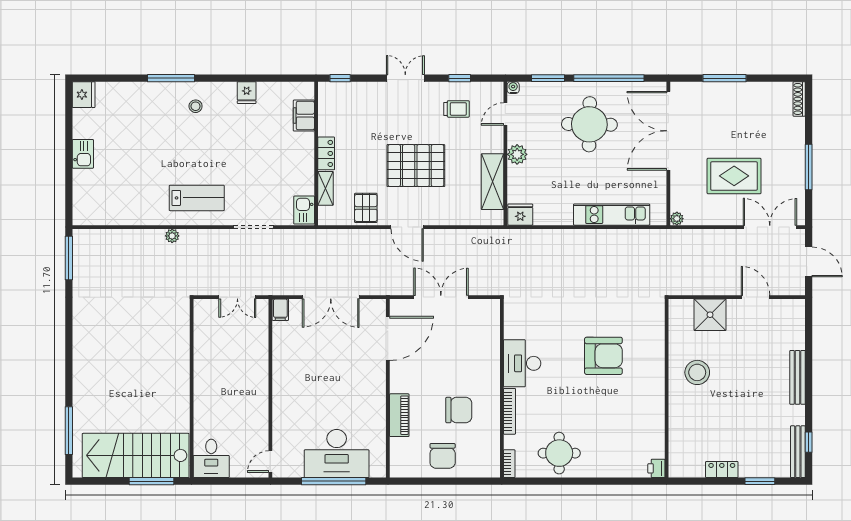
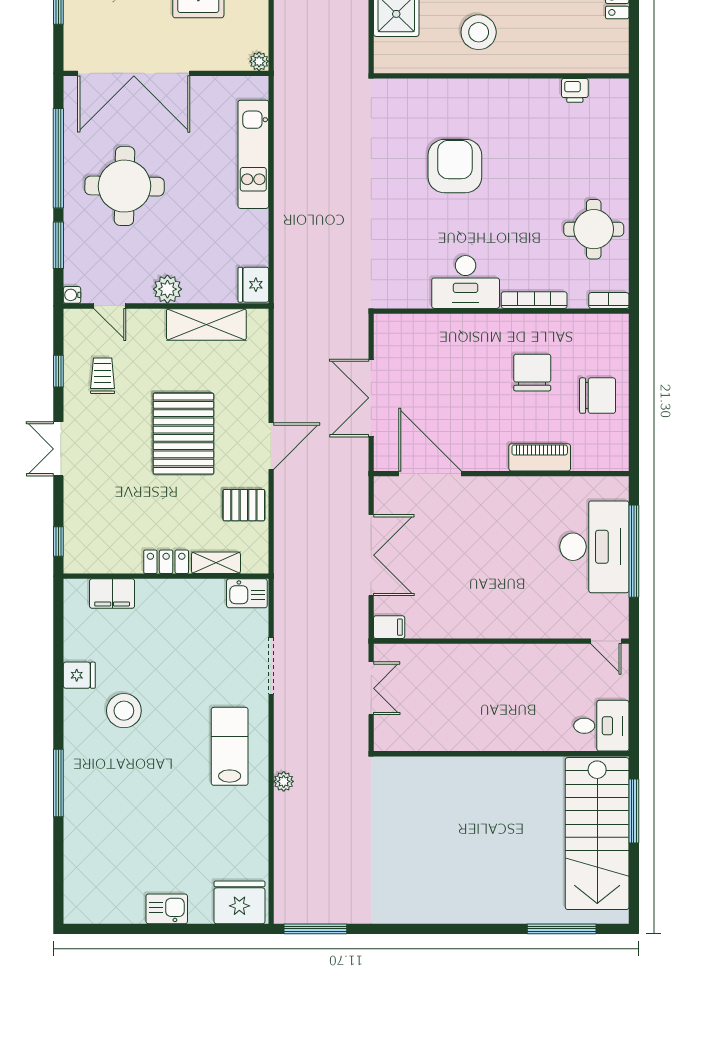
fridge: (84, 95) -> (239, 902), moved, width x1.36, depth x1.34
stool: (196, 106) -> (124, 711), moved, width x1.89, depth x1.89
printer: (656, 468) -> (575, 90), moved

